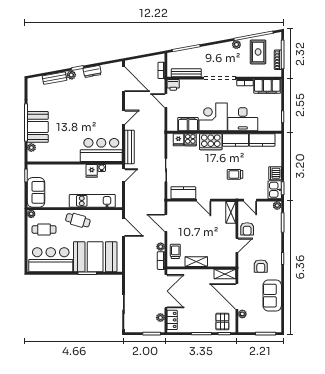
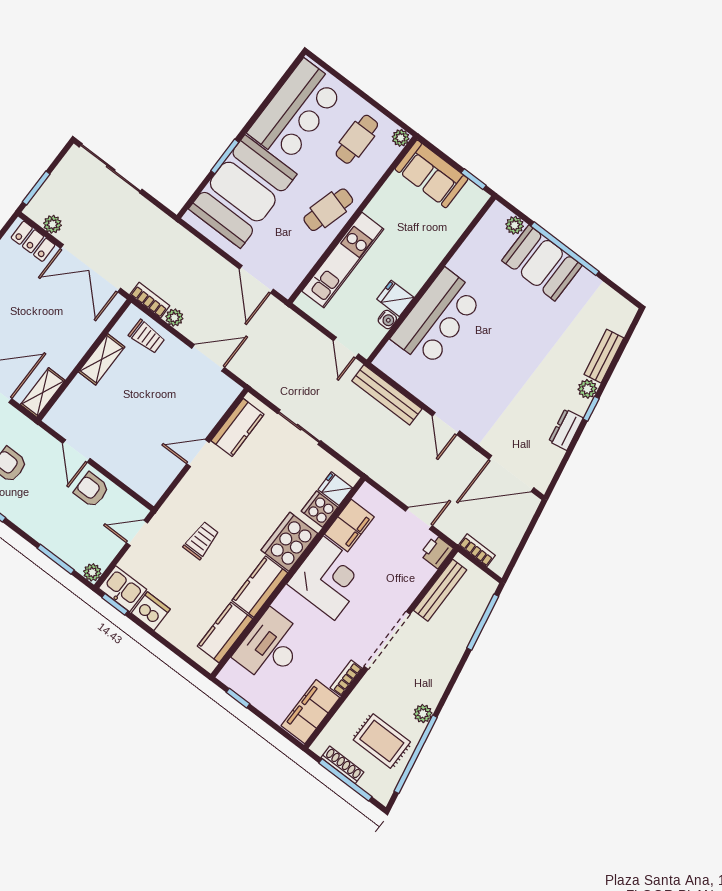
desk: (243, 119) -> (270, 647), moved
bar counter: (101, 150) -> (437, 318), moved
shelving: (231, 212) -> (141, 483), removed
door: (124, 227) -> (256, 279), hinge flipped

